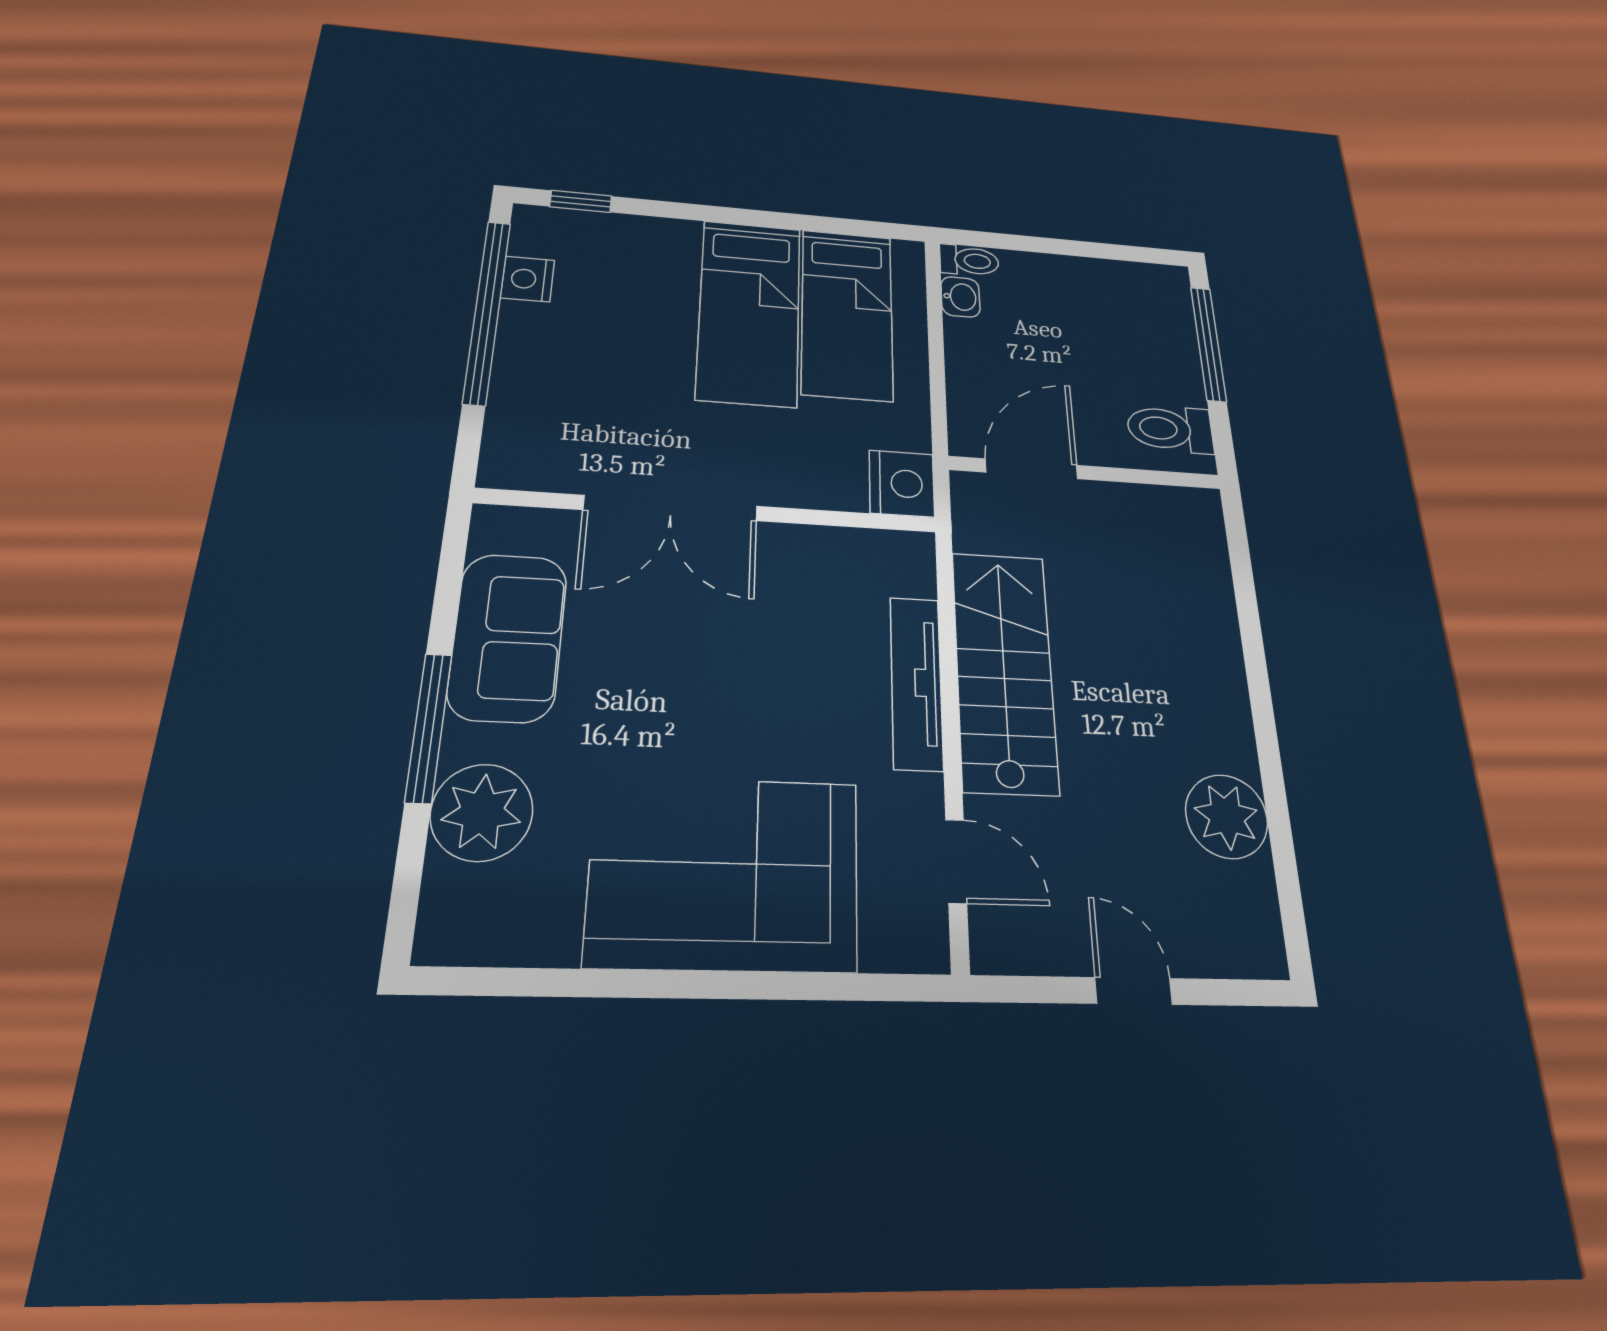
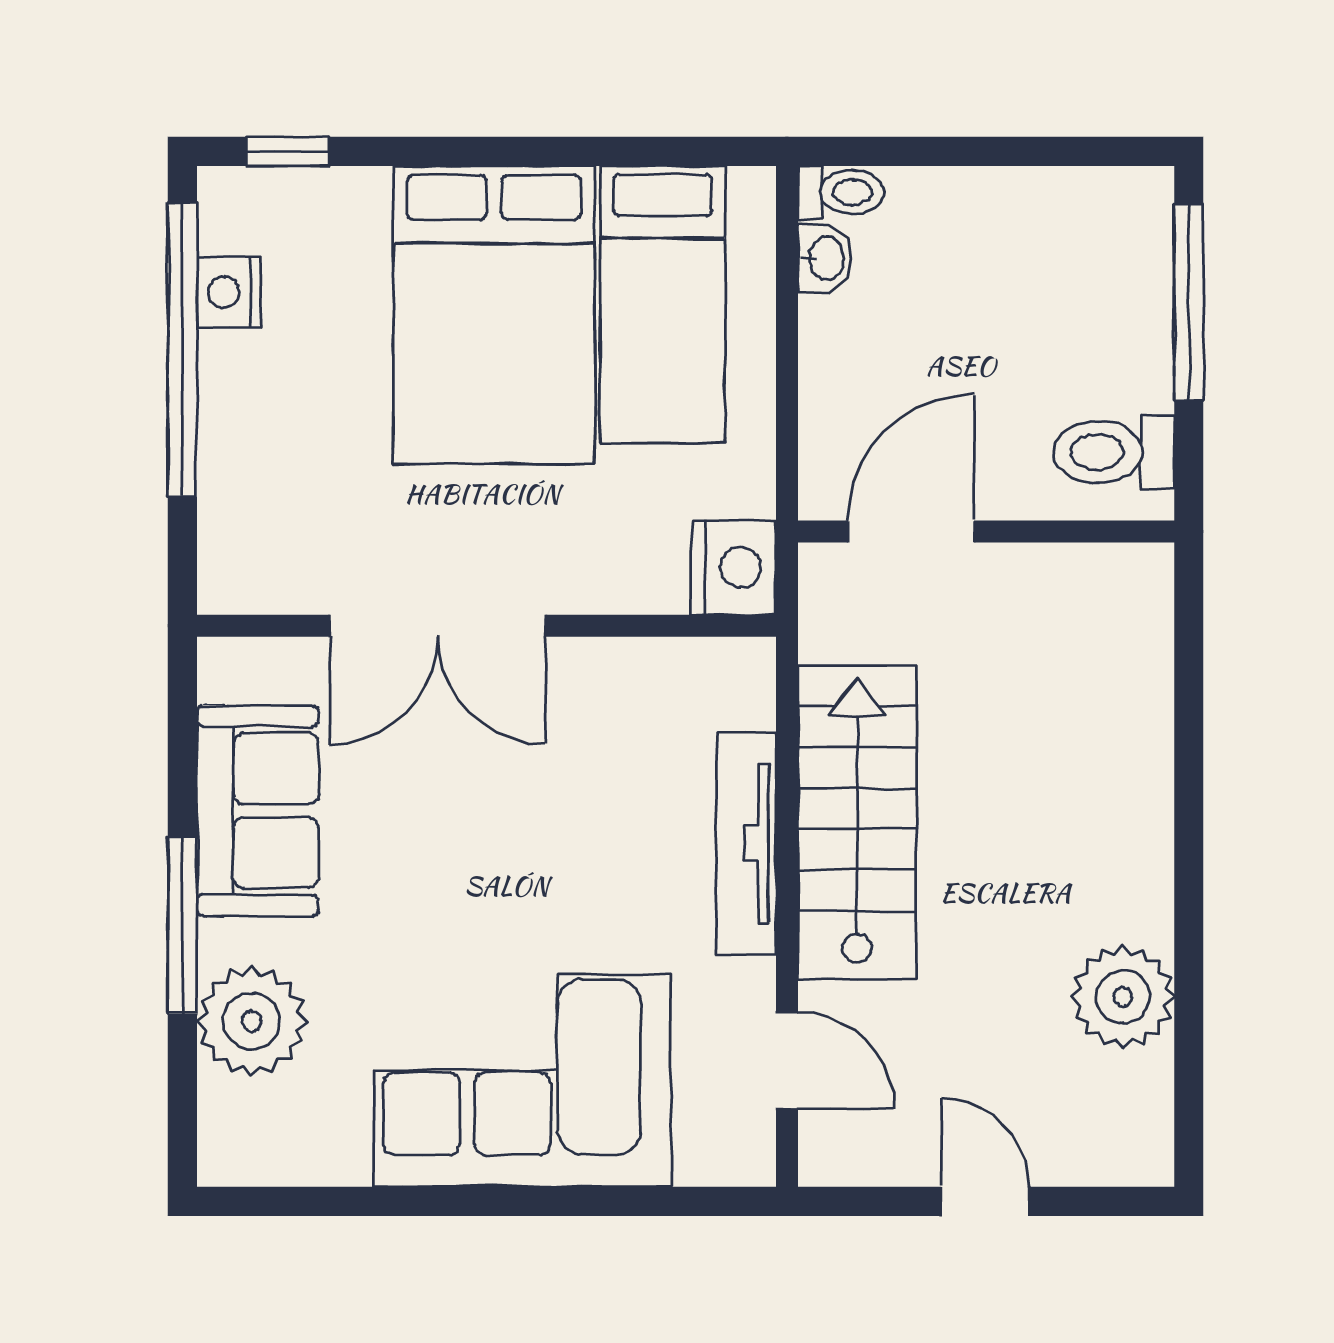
bed: (749, 312) -> (494, 315), width x1.50

